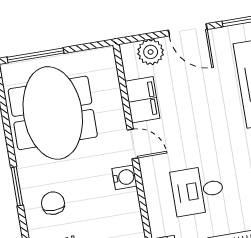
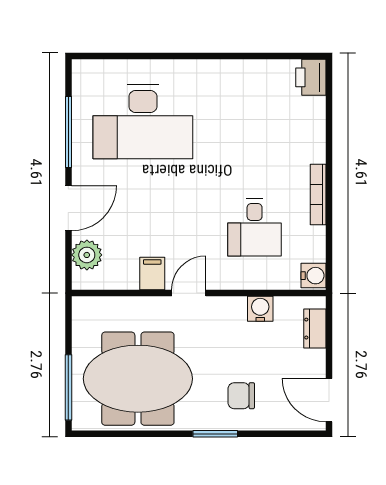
filing cabinet: (142, 100) -> (152, 273), width x0.50
water cooler: (125, 177) -> (260, 309), moved

